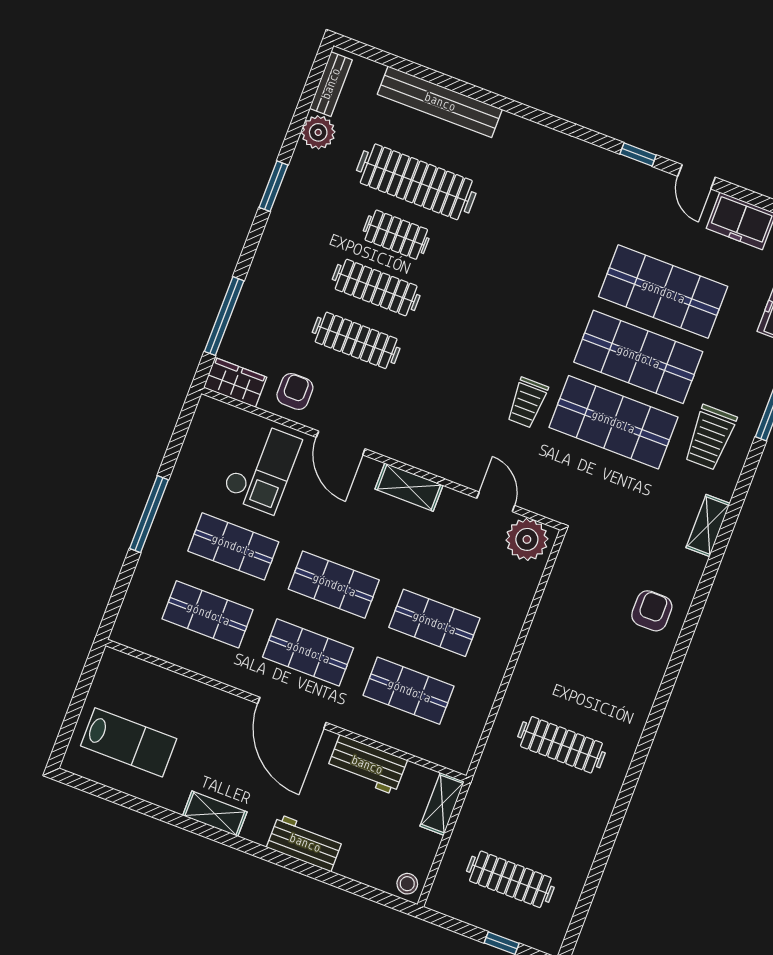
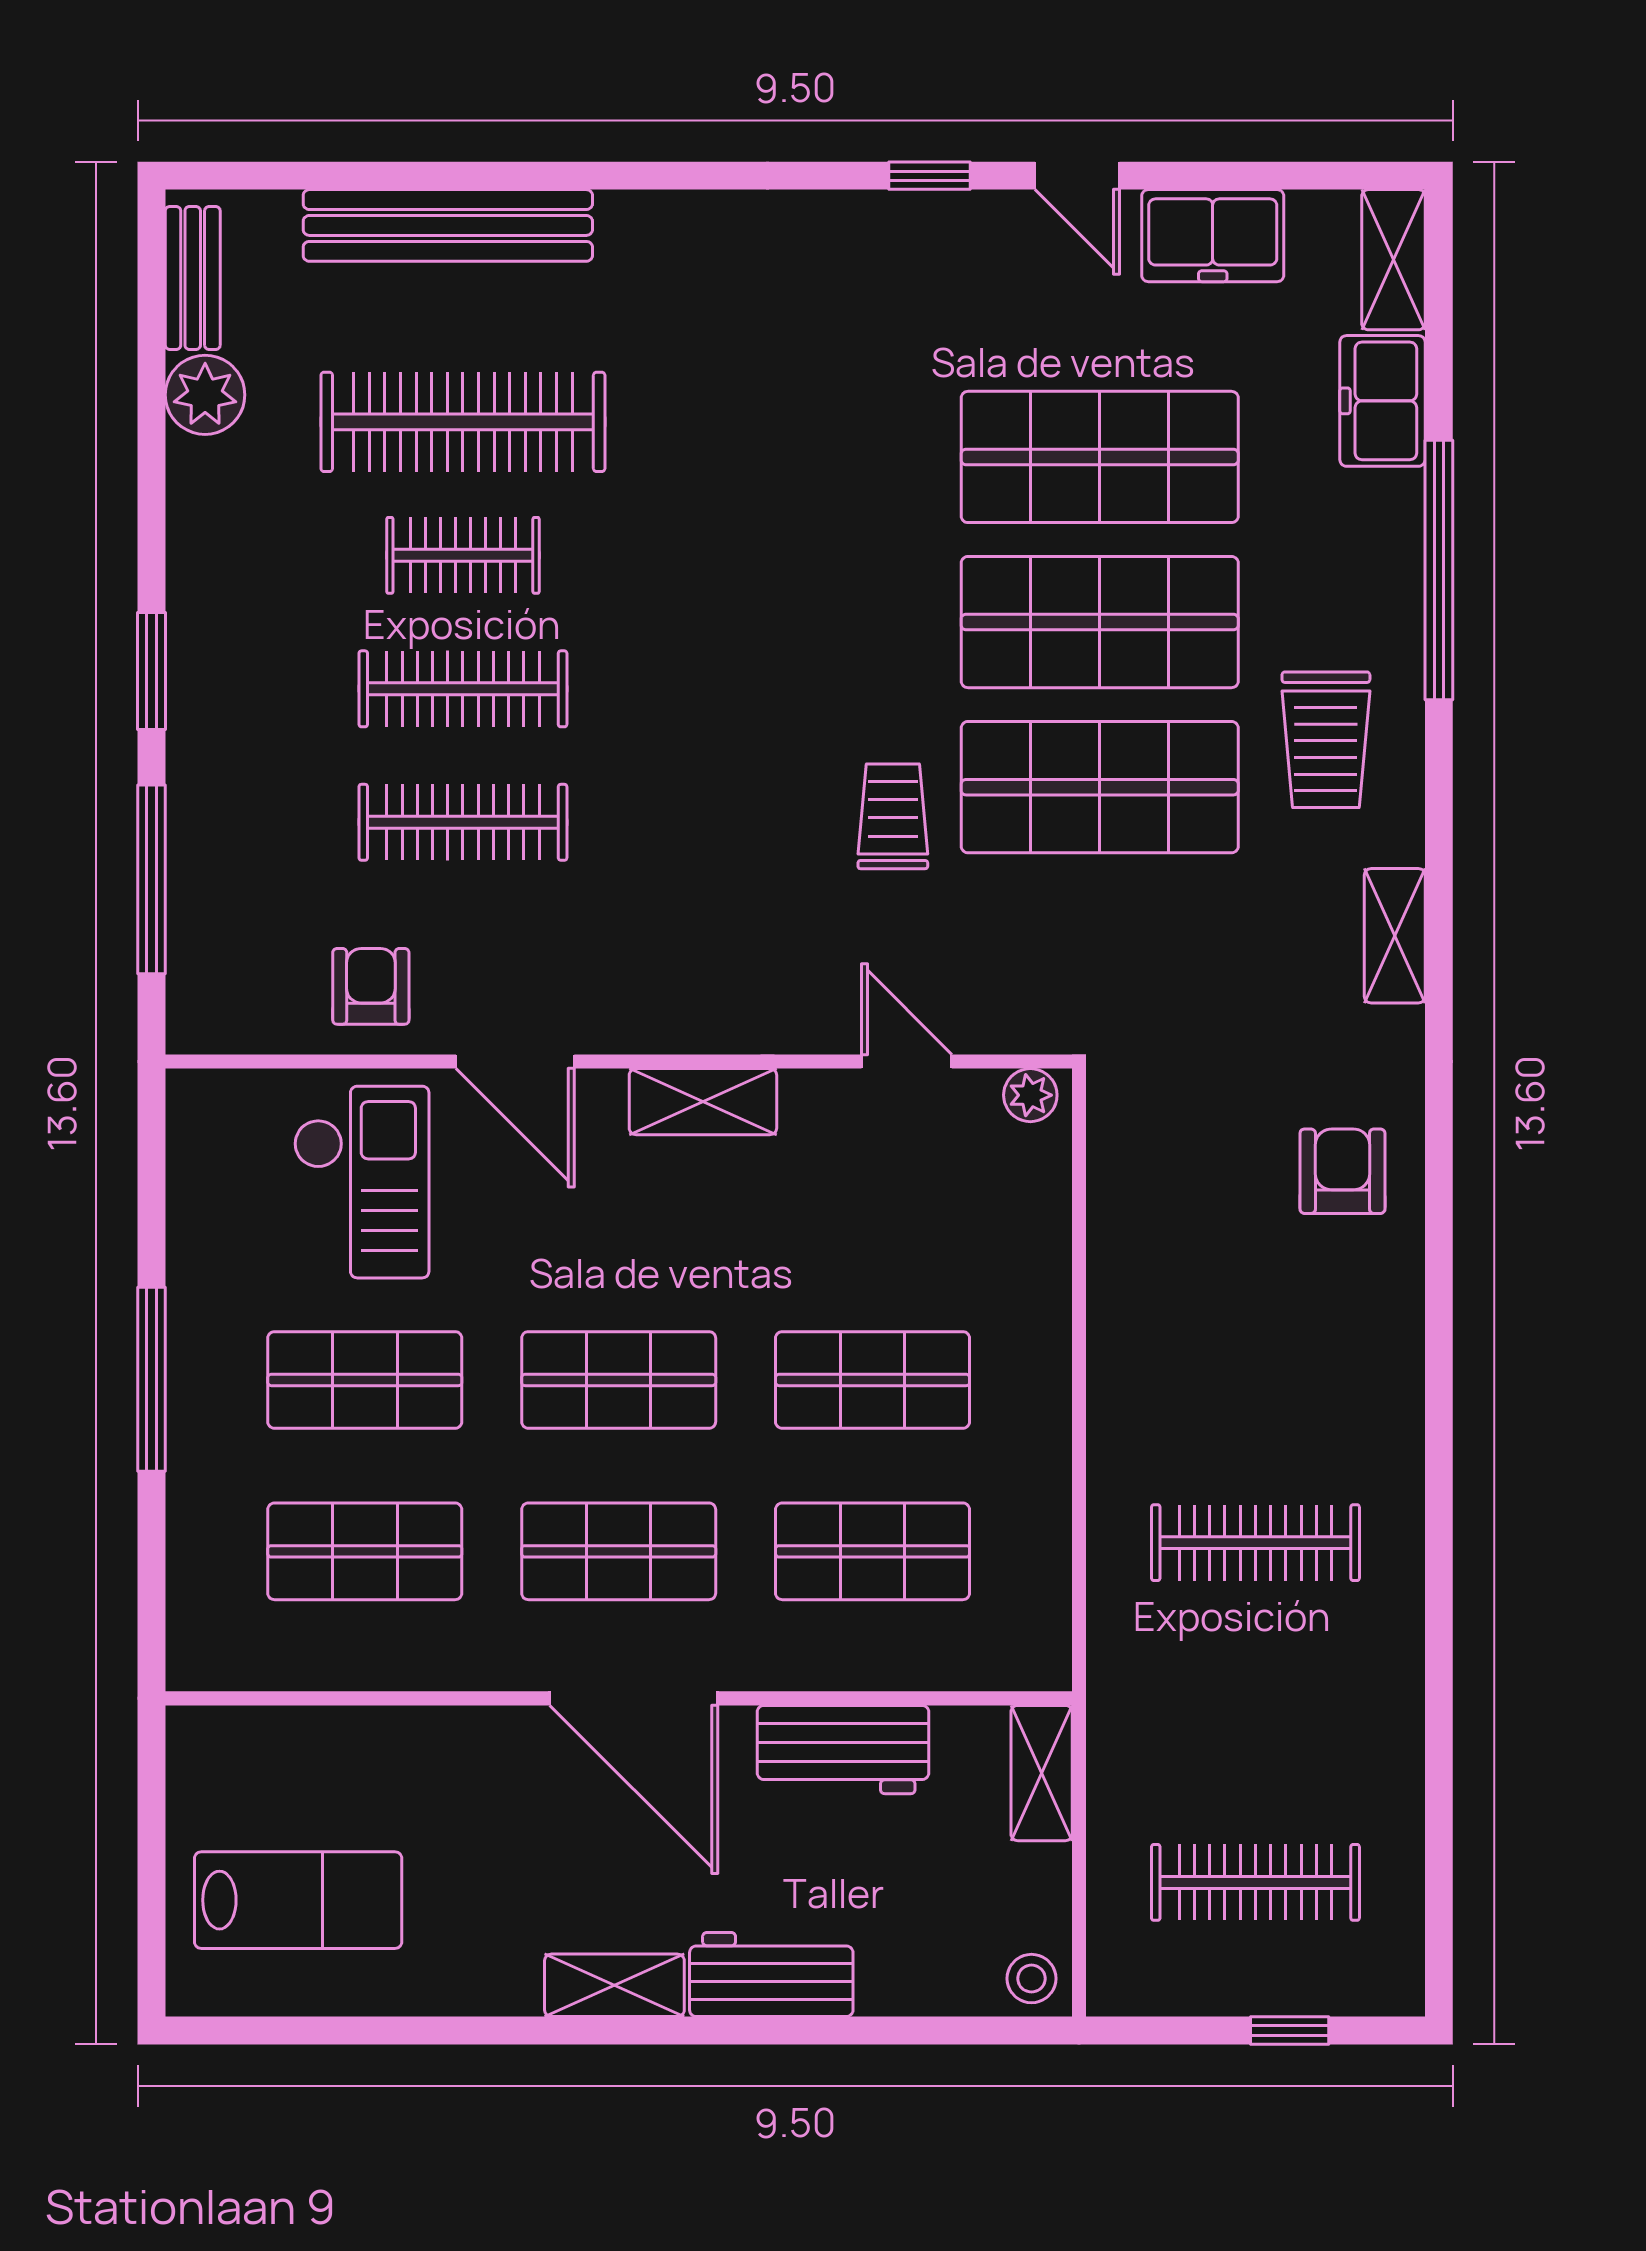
window: (274, 186) -> (151, 671), moved
wardrobe: (235, 382) -> (231, 1016), removed
trolley: (527, 403) -> (893, 816), turned 180
plant: (527, 539) -> (1030, 1095), width x0.53, depth x0.53
shelving: (215, 814) -> (614, 1985), moved

